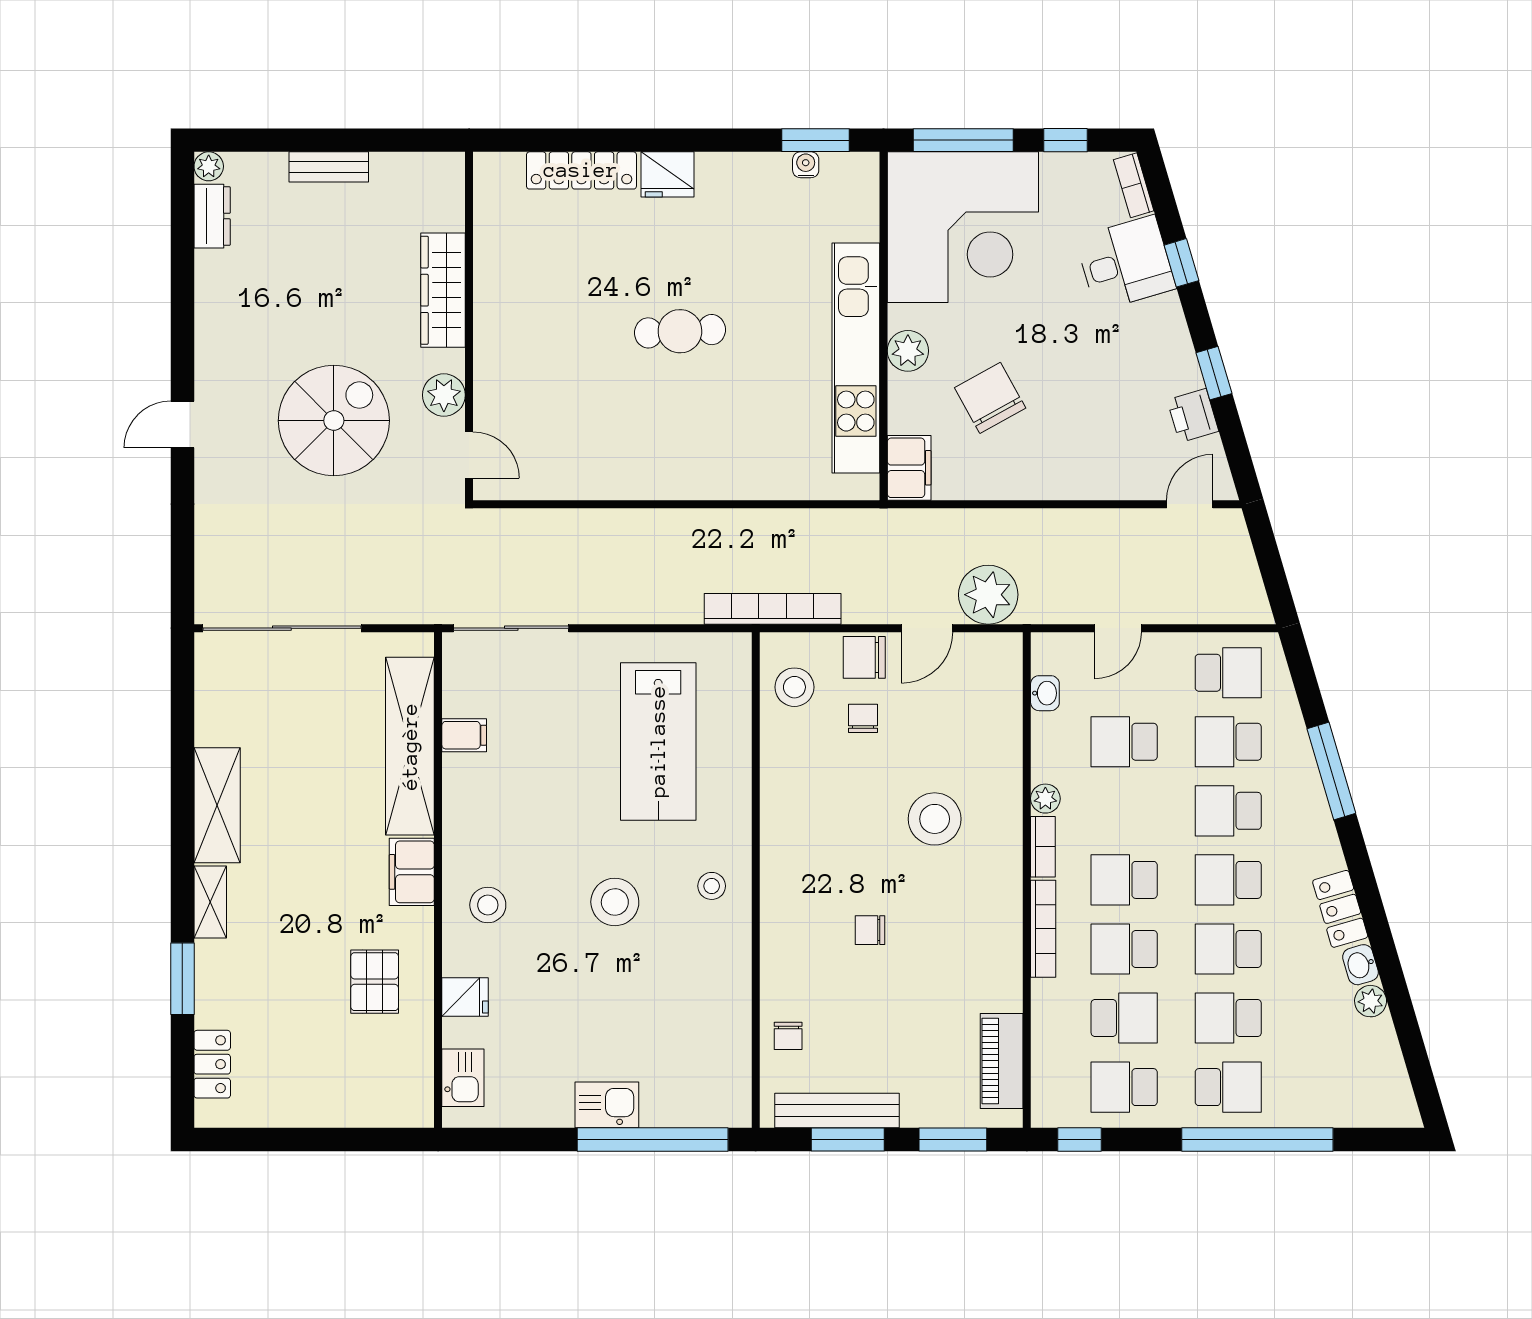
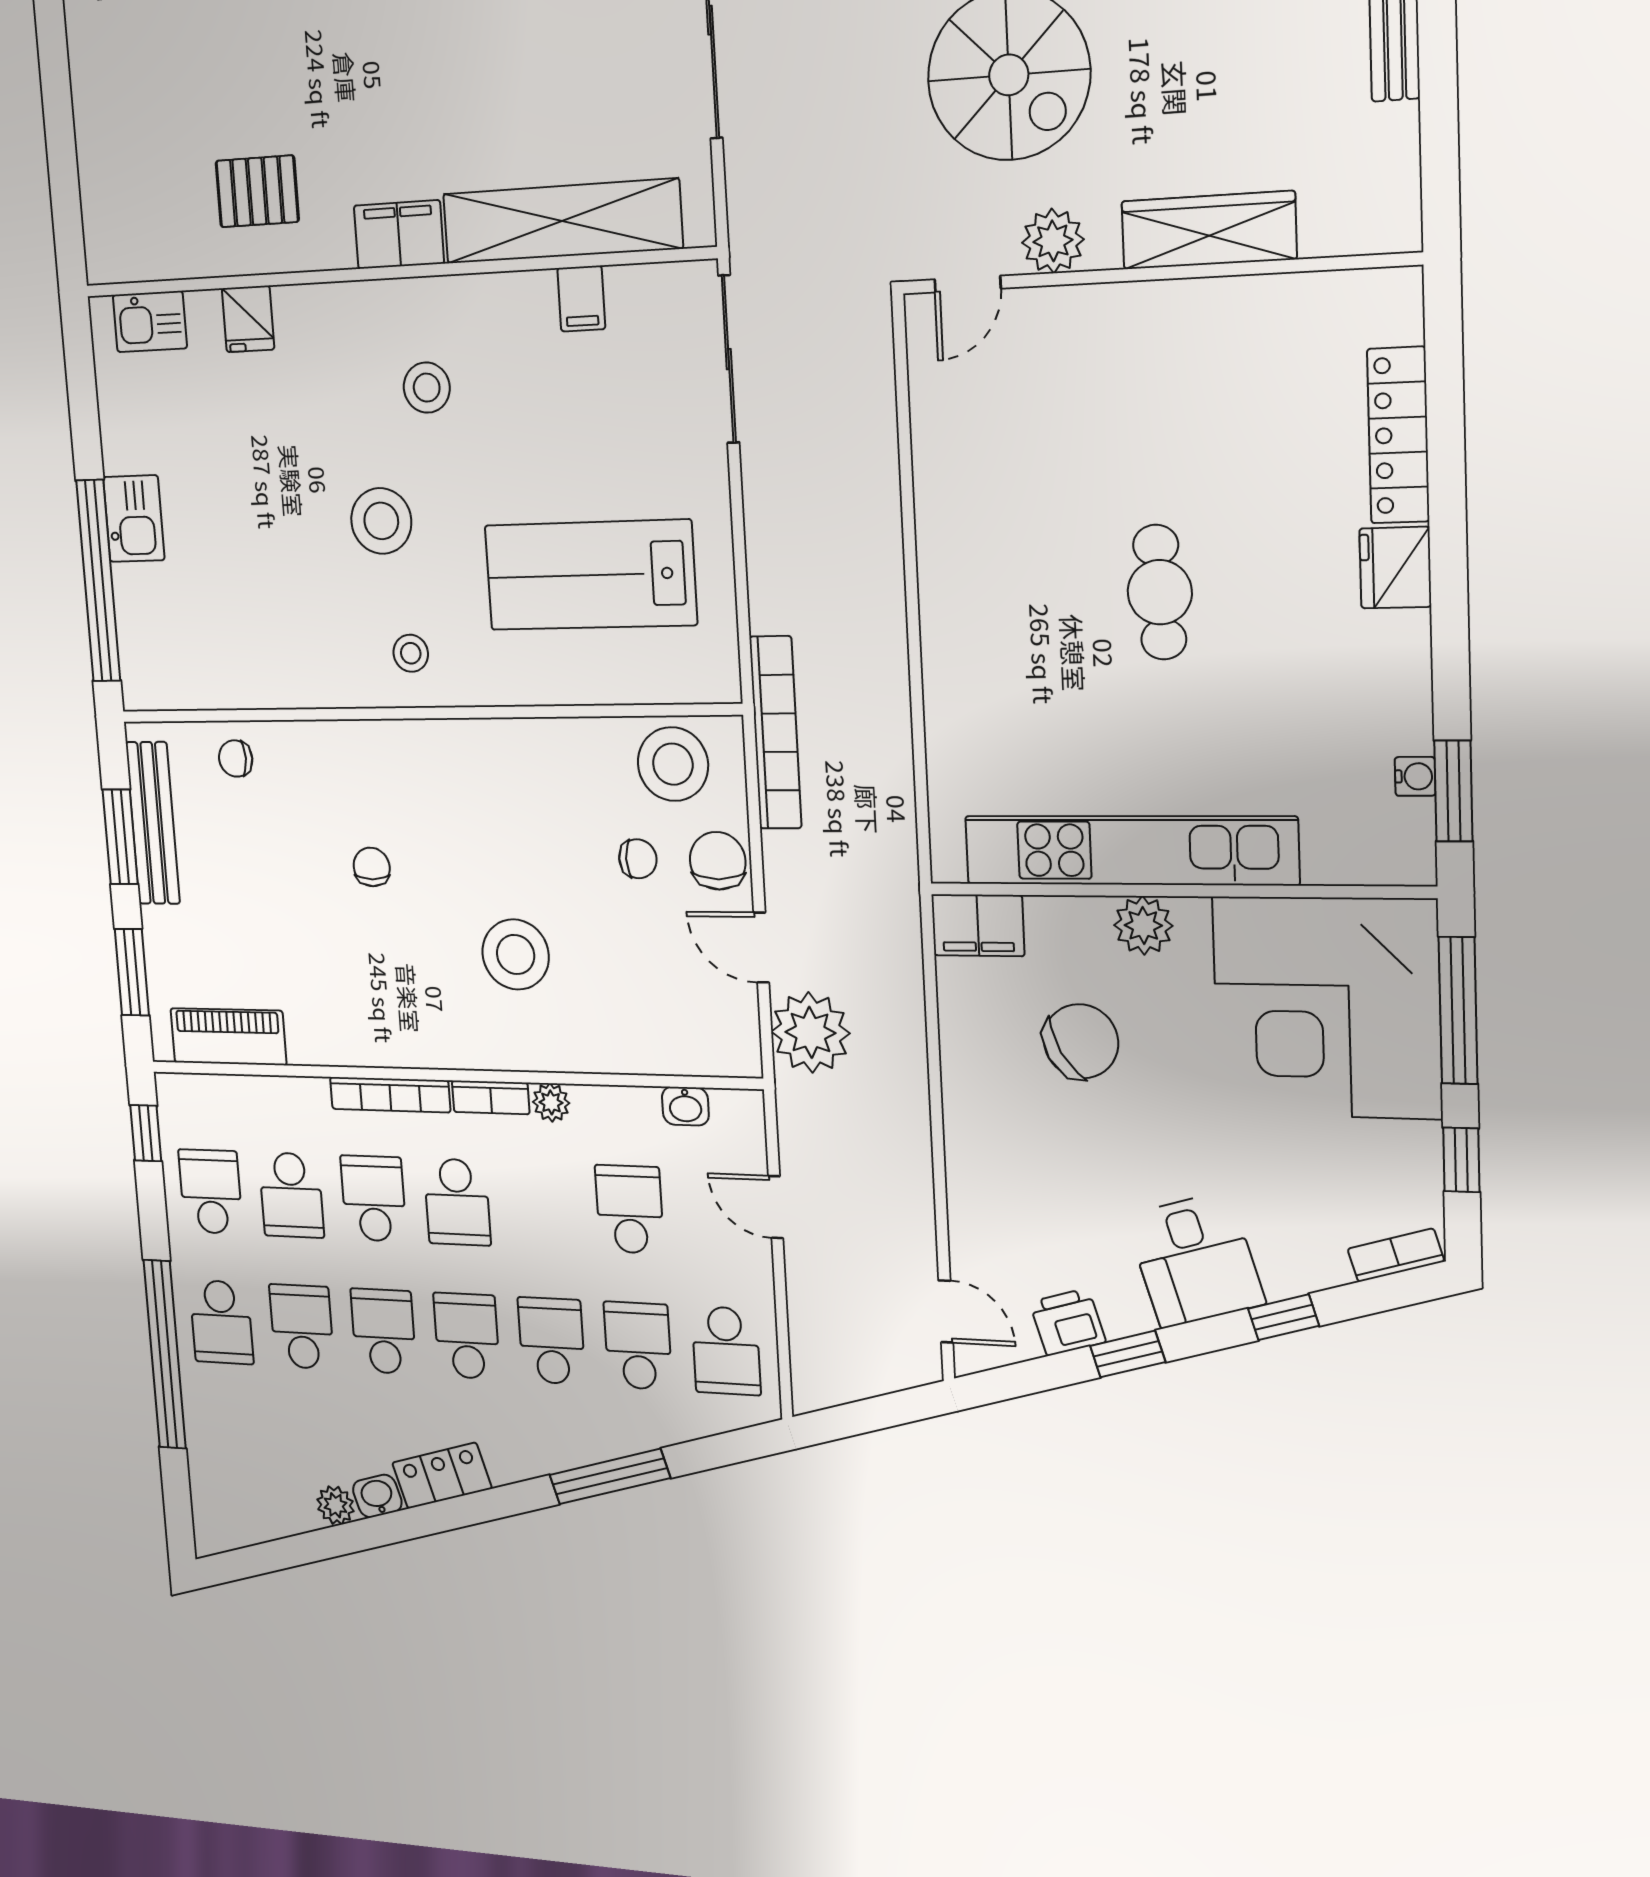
desk: (1126, 263) -> (1195, 1260), moved
stool: (794, 687) -> (673, 764), width x1.38, depth x1.38
school desk: (1124, 880) -> (457, 1202), turned 180
stool: (488, 905) -> (427, 388), moved

